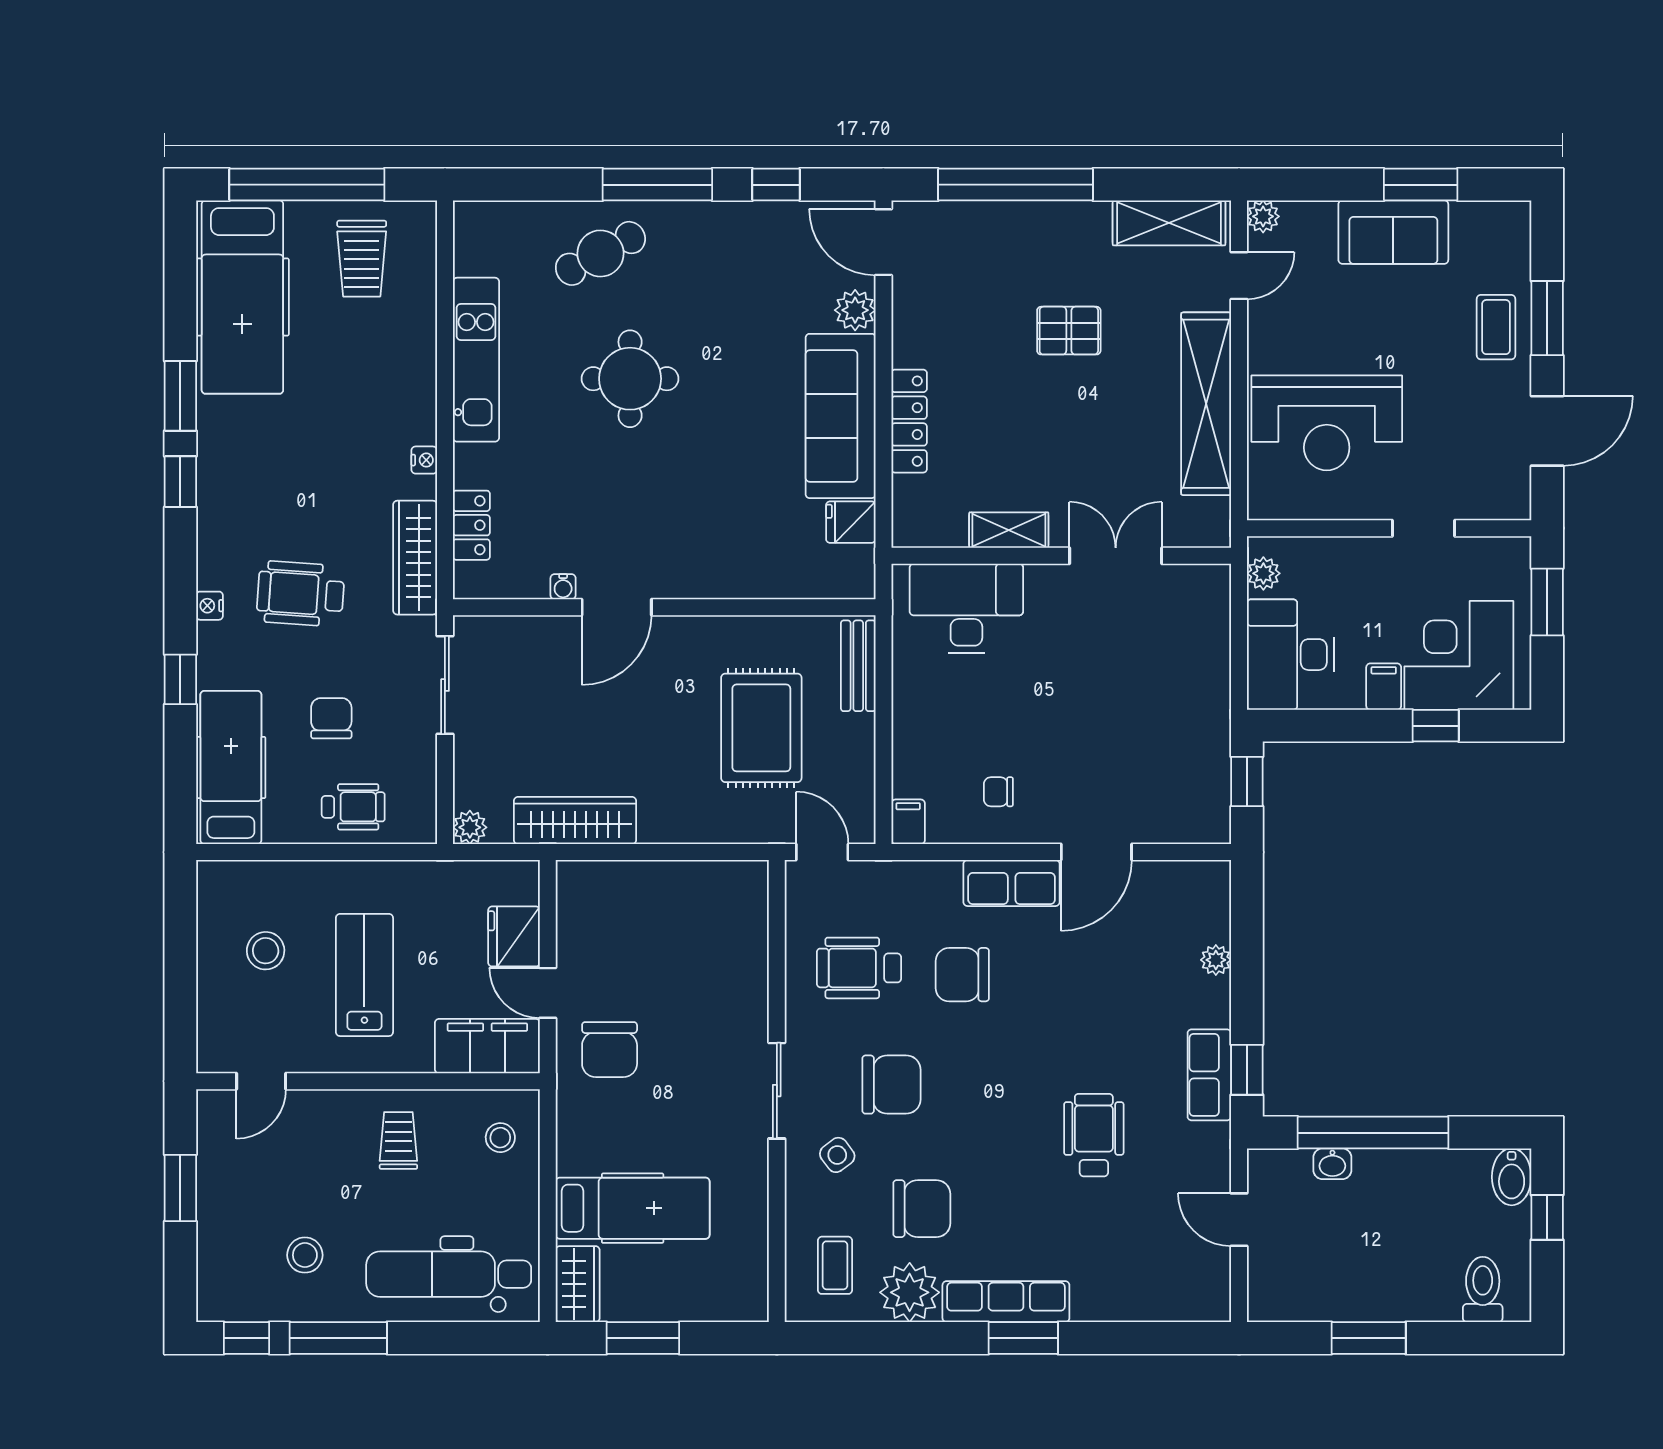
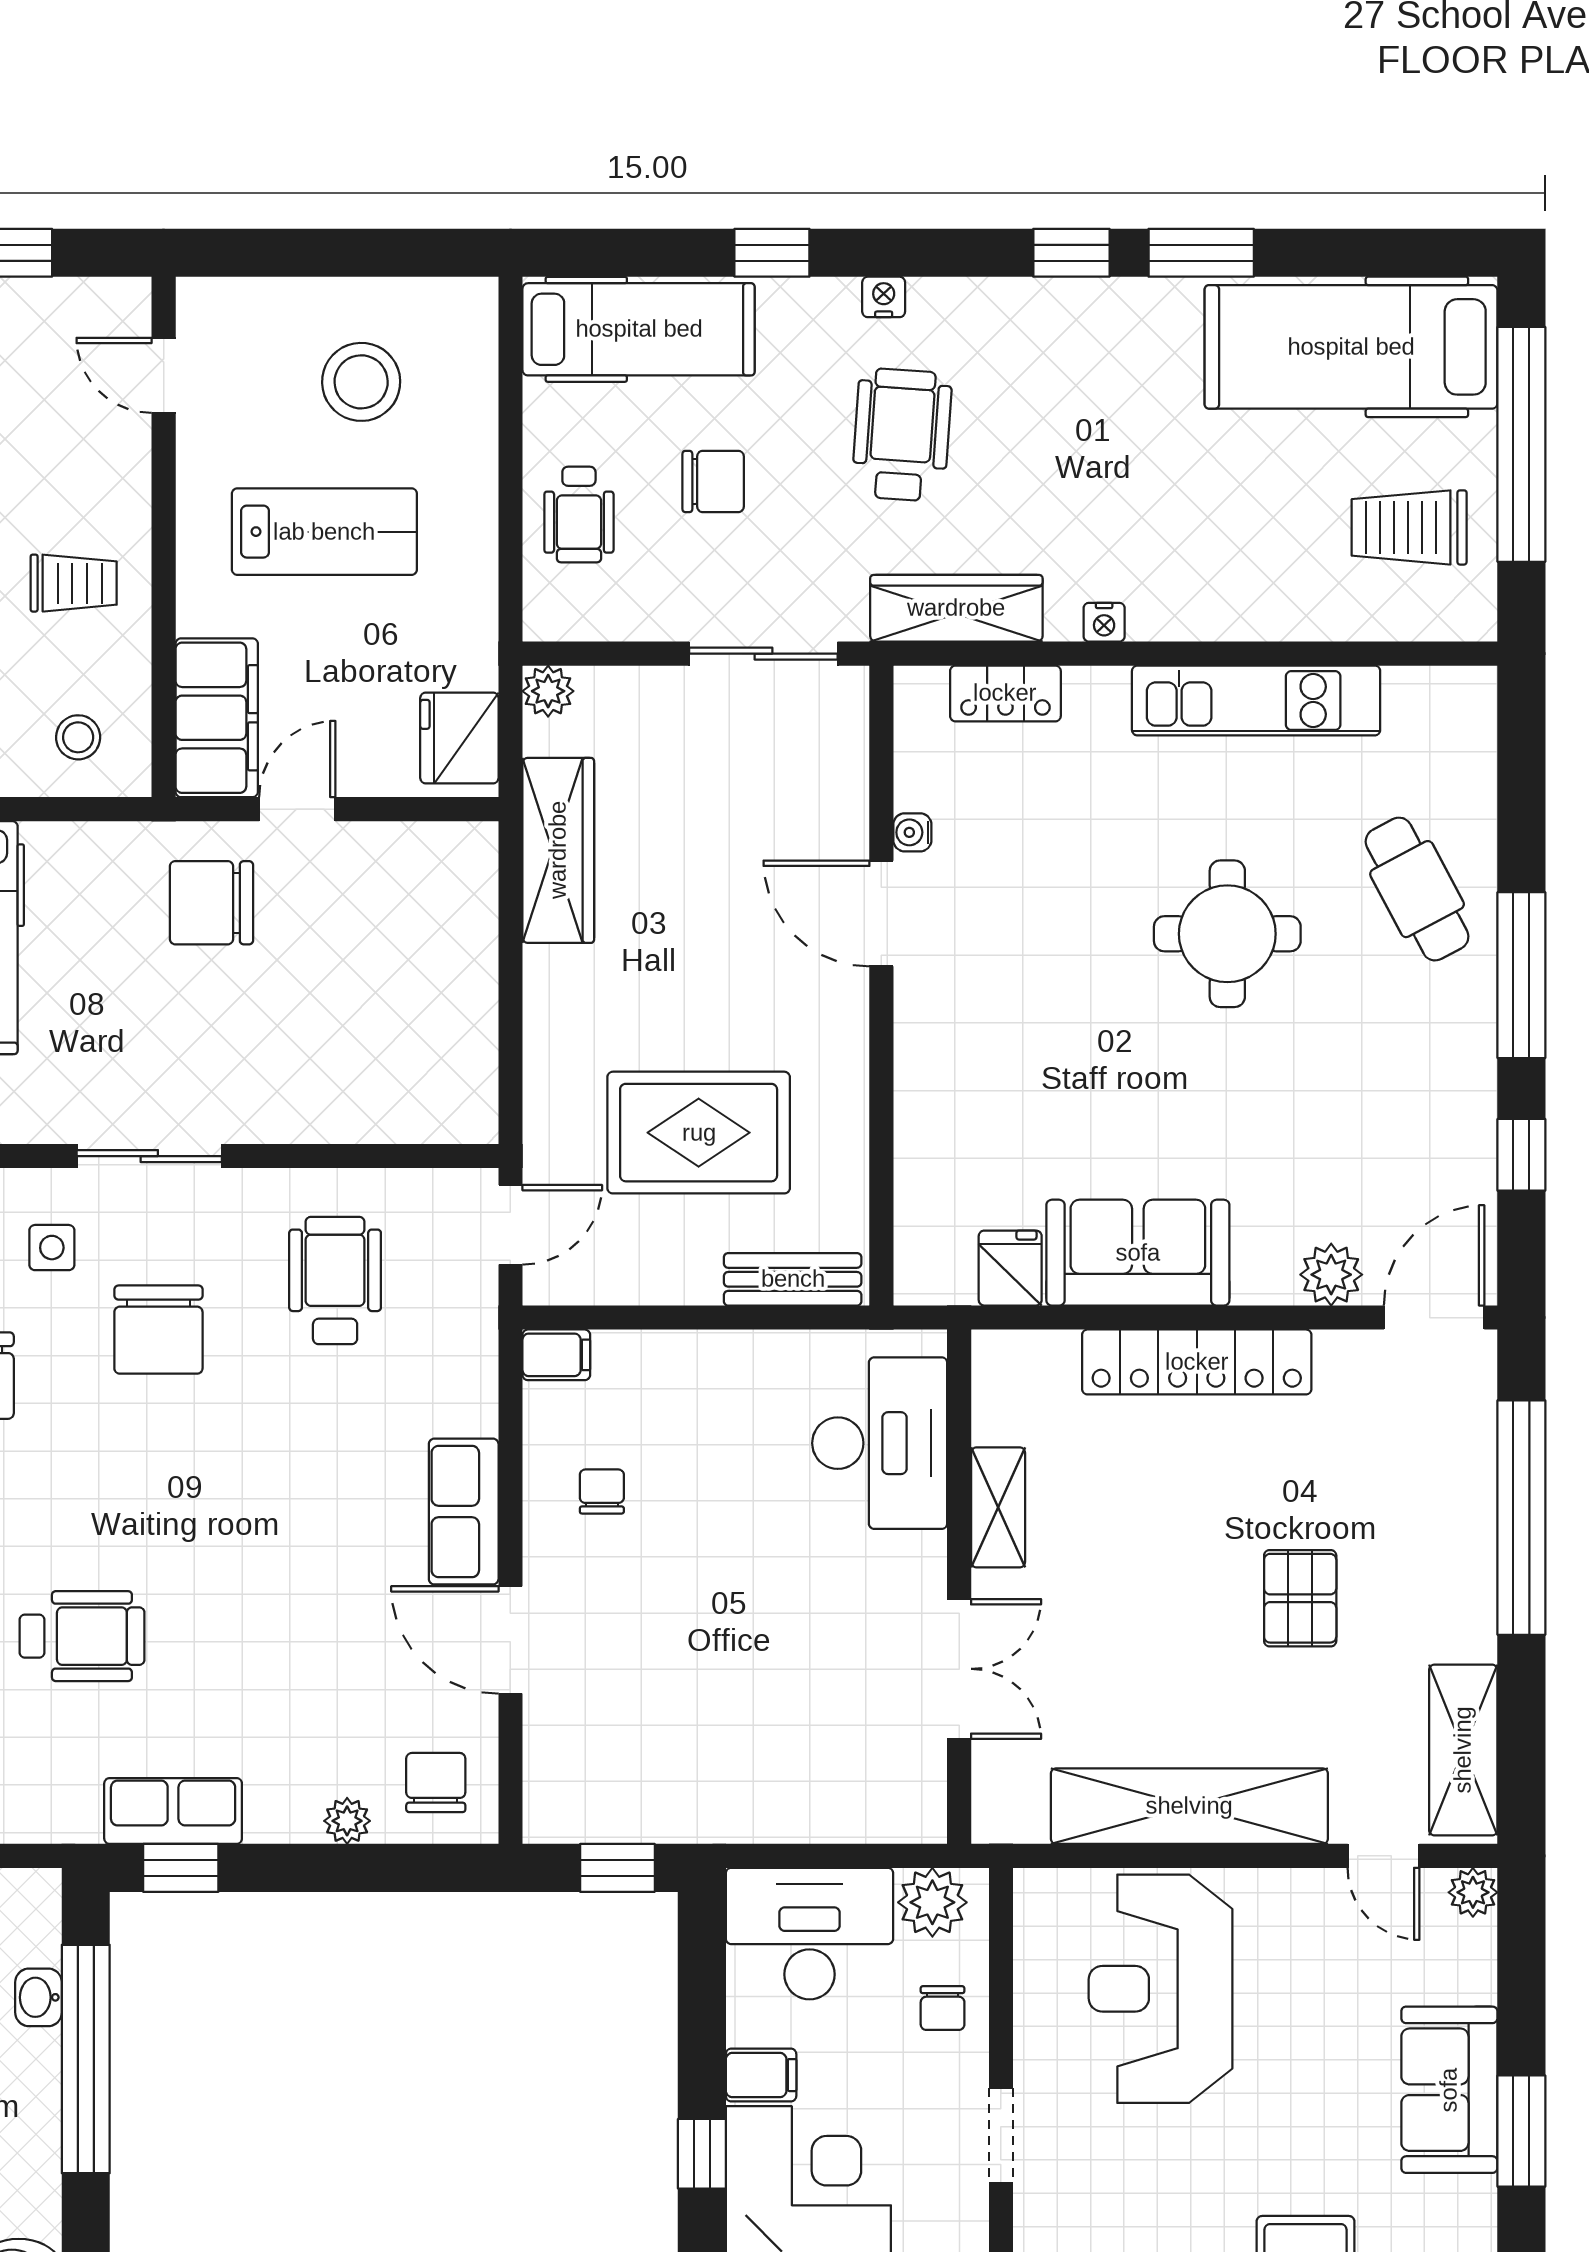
sofa: (841, 416) -> (1138, 1253), width x0.73
locker: (909, 421) -> (1197, 1362), width x1.41, depth x1.21
chair: (1339, 567) -> (943, 2008), added
plant: (1263, 573) -> (932, 1902), width x1.38, depth x1.38
fridge: (514, 936) -> (459, 738), moved, turned -90
stool: (266, 951) -> (361, 382), width x1.38, depth x1.38
chair: (962, 975) -> (436, 1783), moved, width x0.73, depth x0.73
side table: (837, 1155) -> (52, 1248), turned 37

